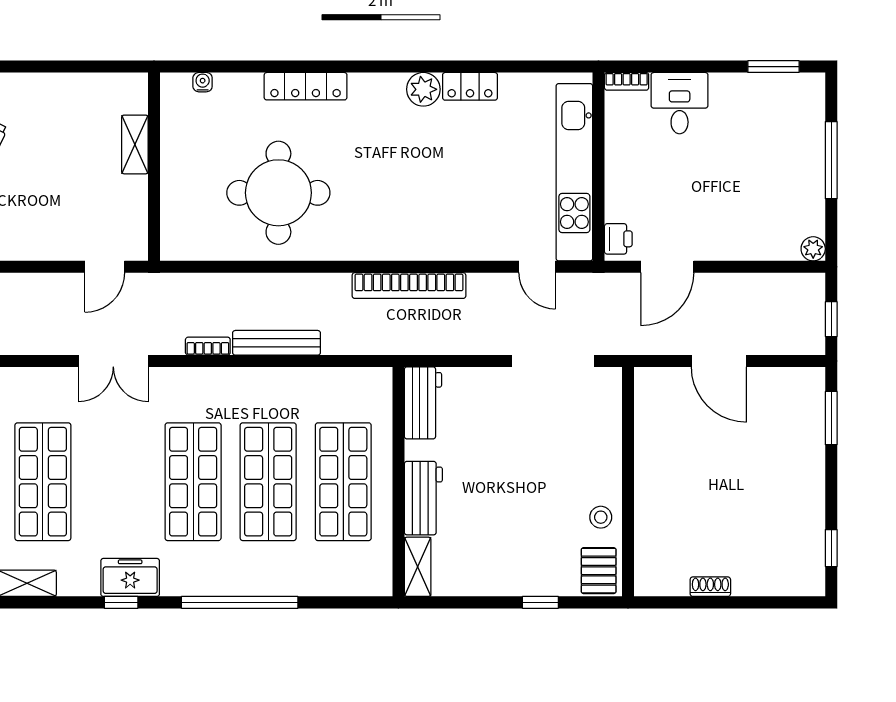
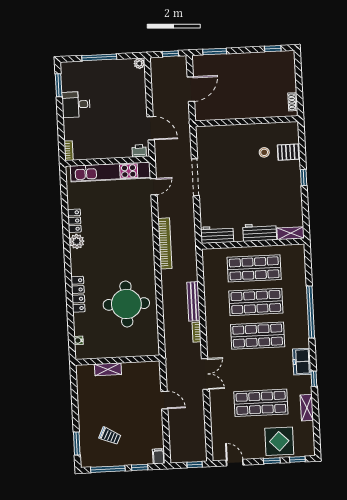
desk: (680, 103) -> (76, 104), moved
door: (105, 267) -> (164, 400), moved
door: (719, 361) -> (191, 89), moved
wall: (628, 482) -> (247, 121), moved
window: (121, 602) -> (314, 379), moved

